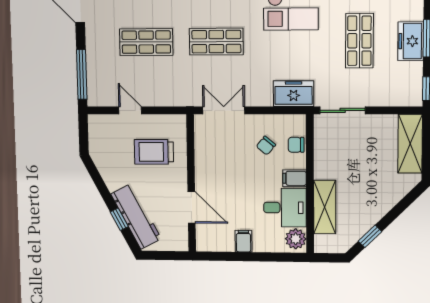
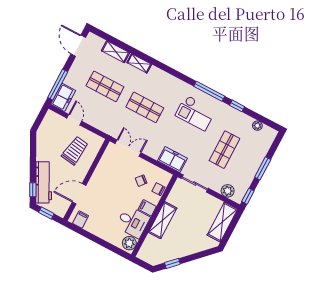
freezer: (411, 41) -> (63, 97), moved, turned 180
plant: (395, 96) -> (228, 191), added
trolley: (154, 152) -> (75, 151), turned 98
door: (192, 207) -> (79, 194), swing flipped
shelving: (325, 207) -> (163, 220), moved
window: (119, 219) -> (33, 190), moved
filing cabinet: (243, 241) -> (81, 220), moved
window: (162, 256) -> (46, 213), added

